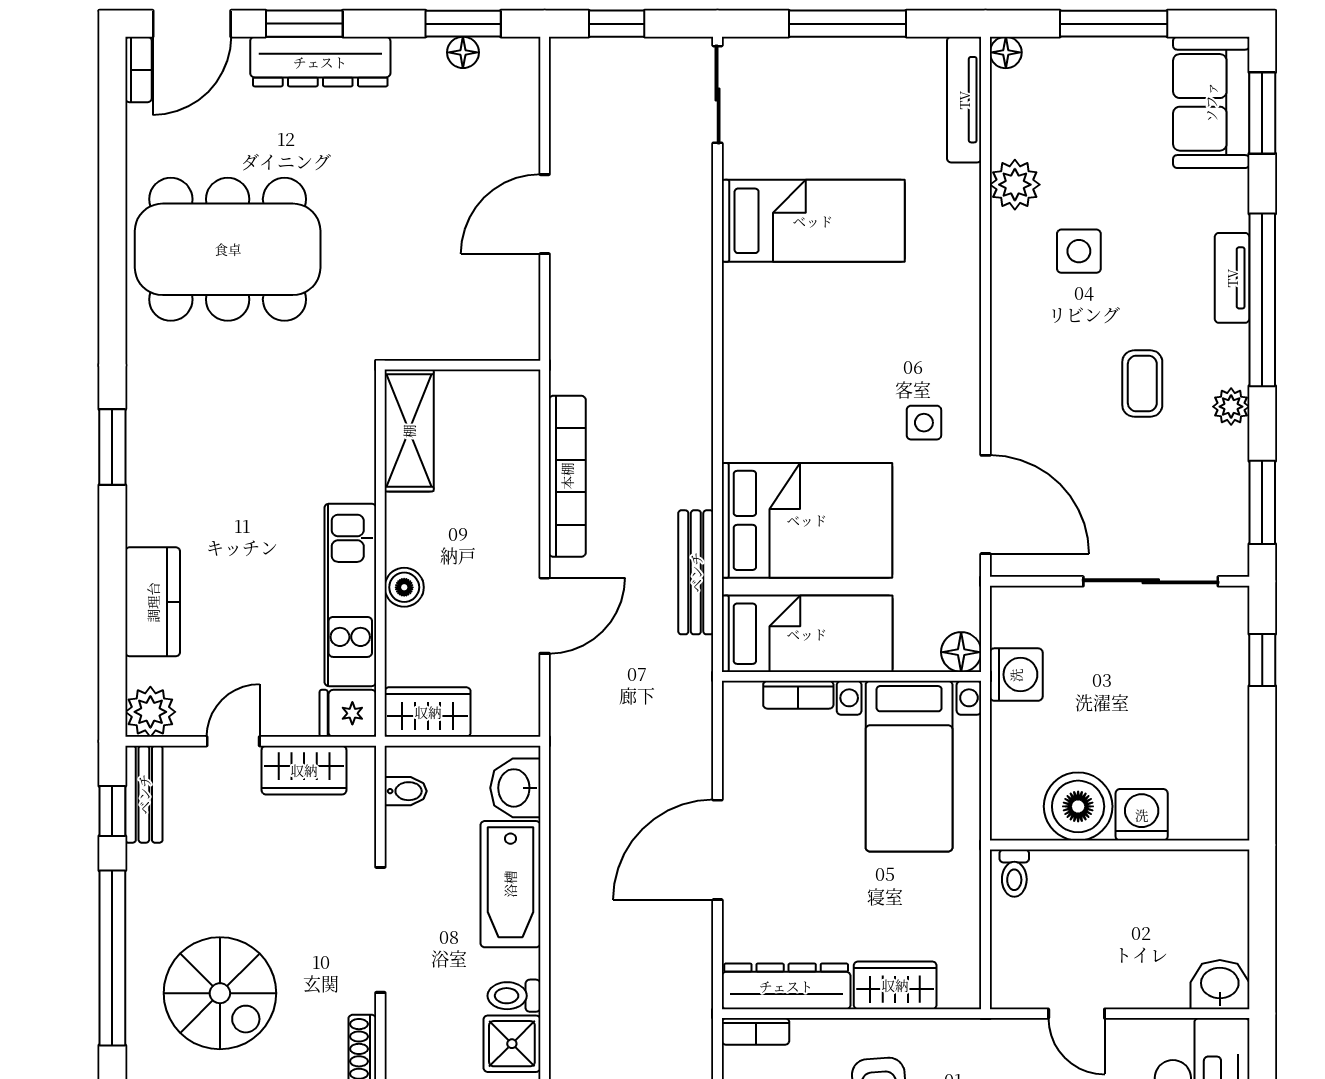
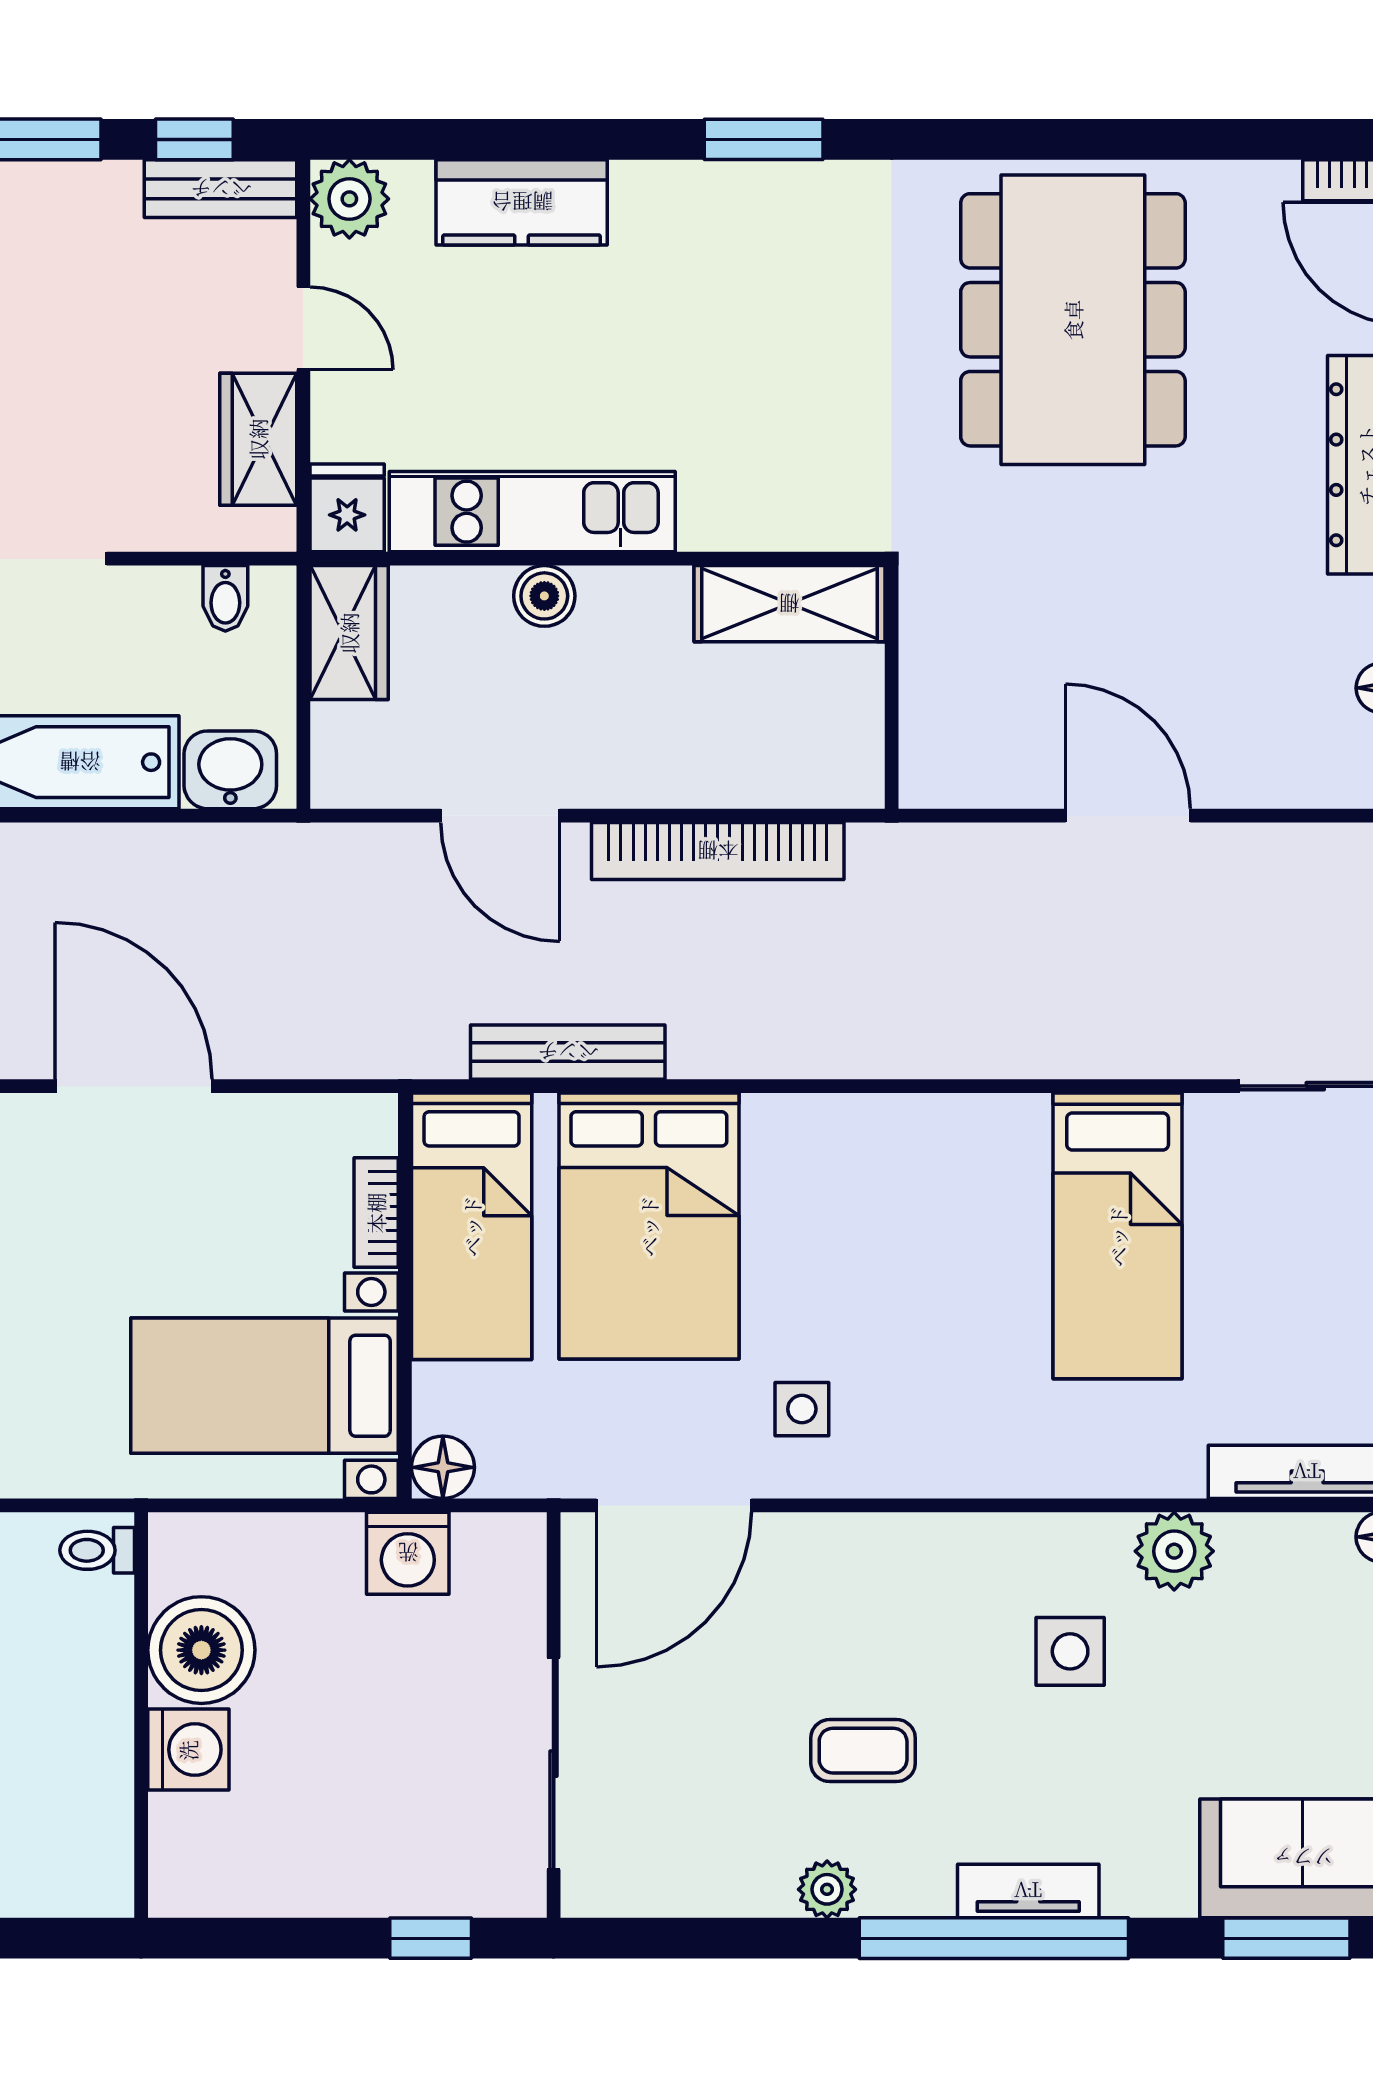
window: (1262, 502) -> (677, 1938), removed

